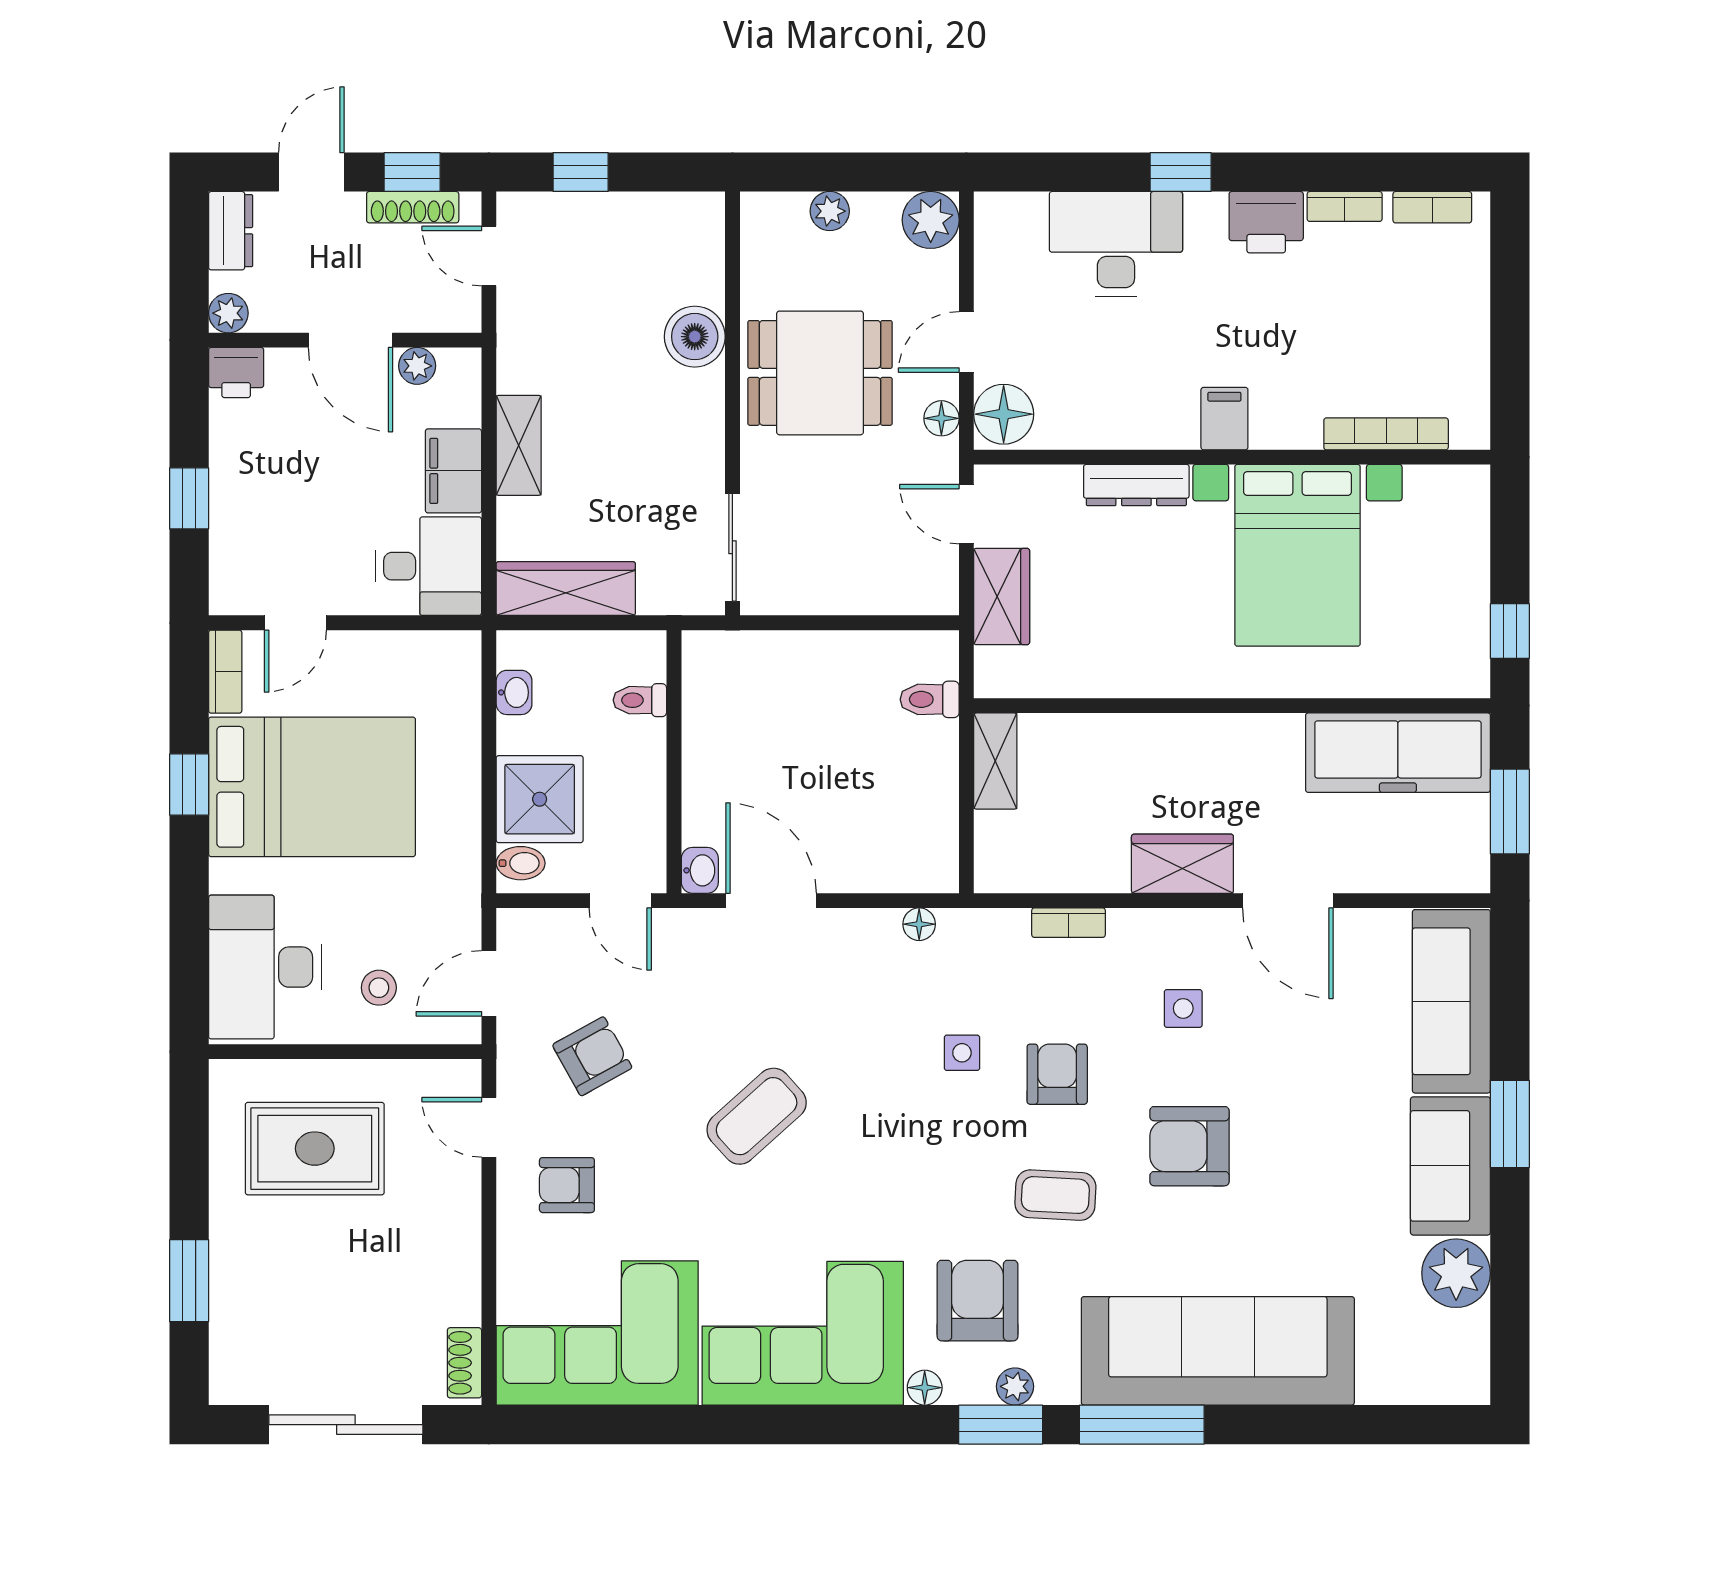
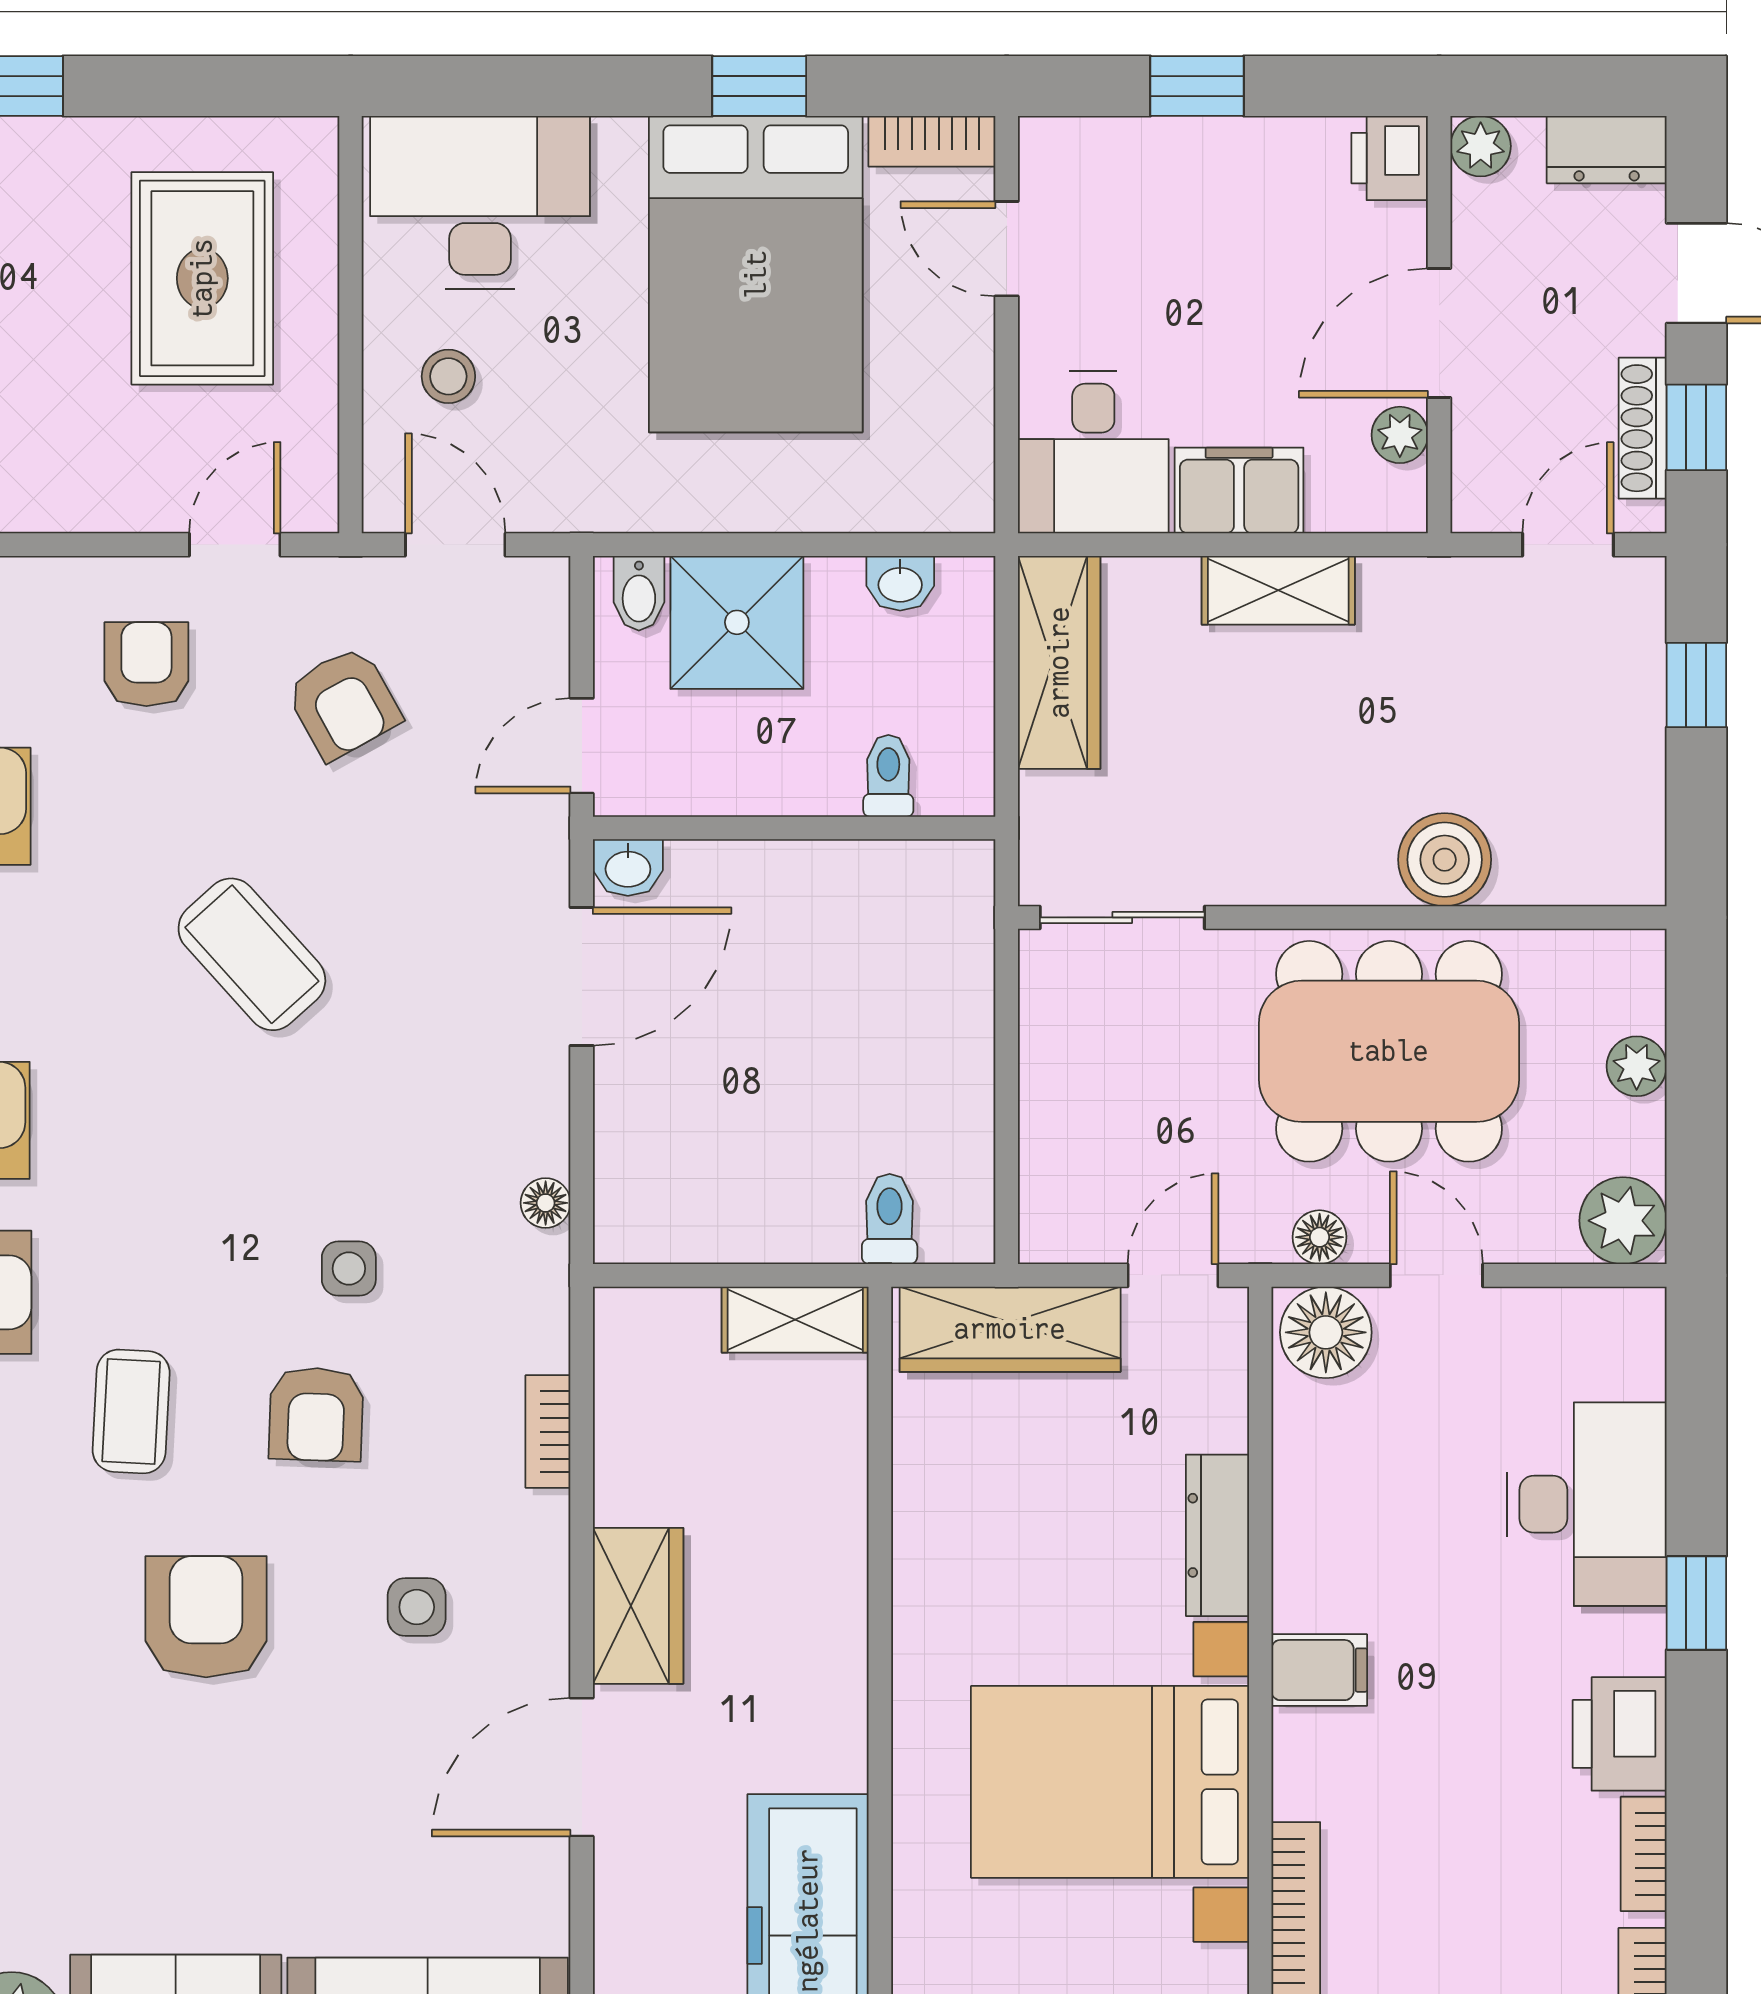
dining table: (820, 373) -> (1389, 1051), width x1.38
wardrobe: (1002, 597) -> (1010, 1329), width x1.50
armchair: (1057, 1074) -> (316, 1414), turned 92

